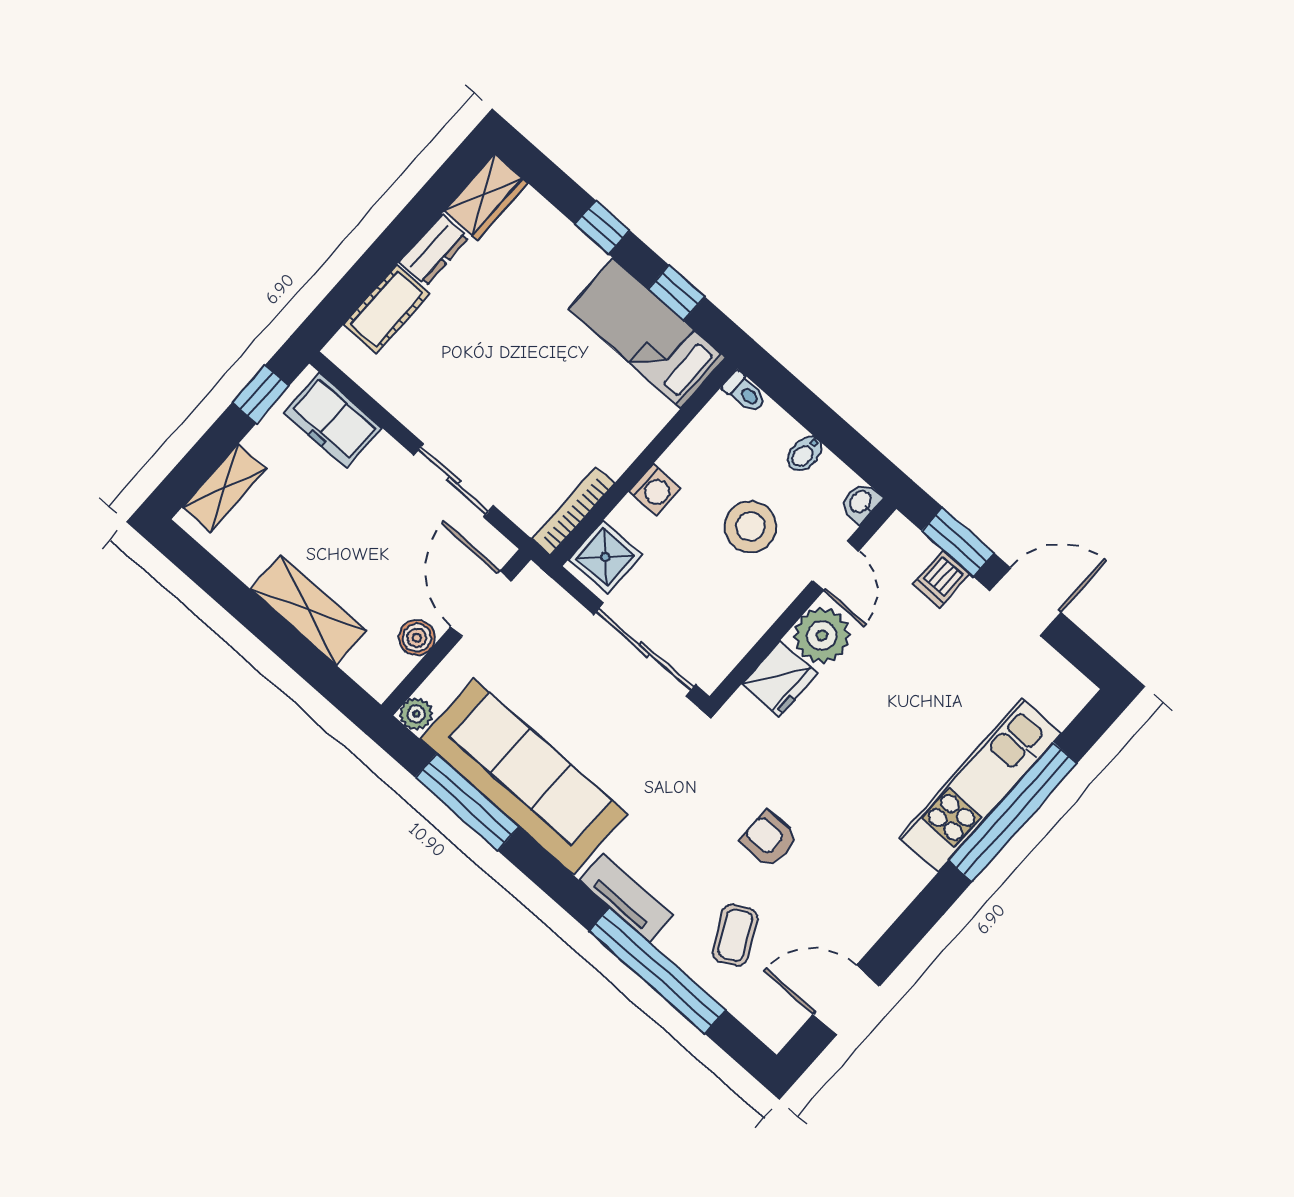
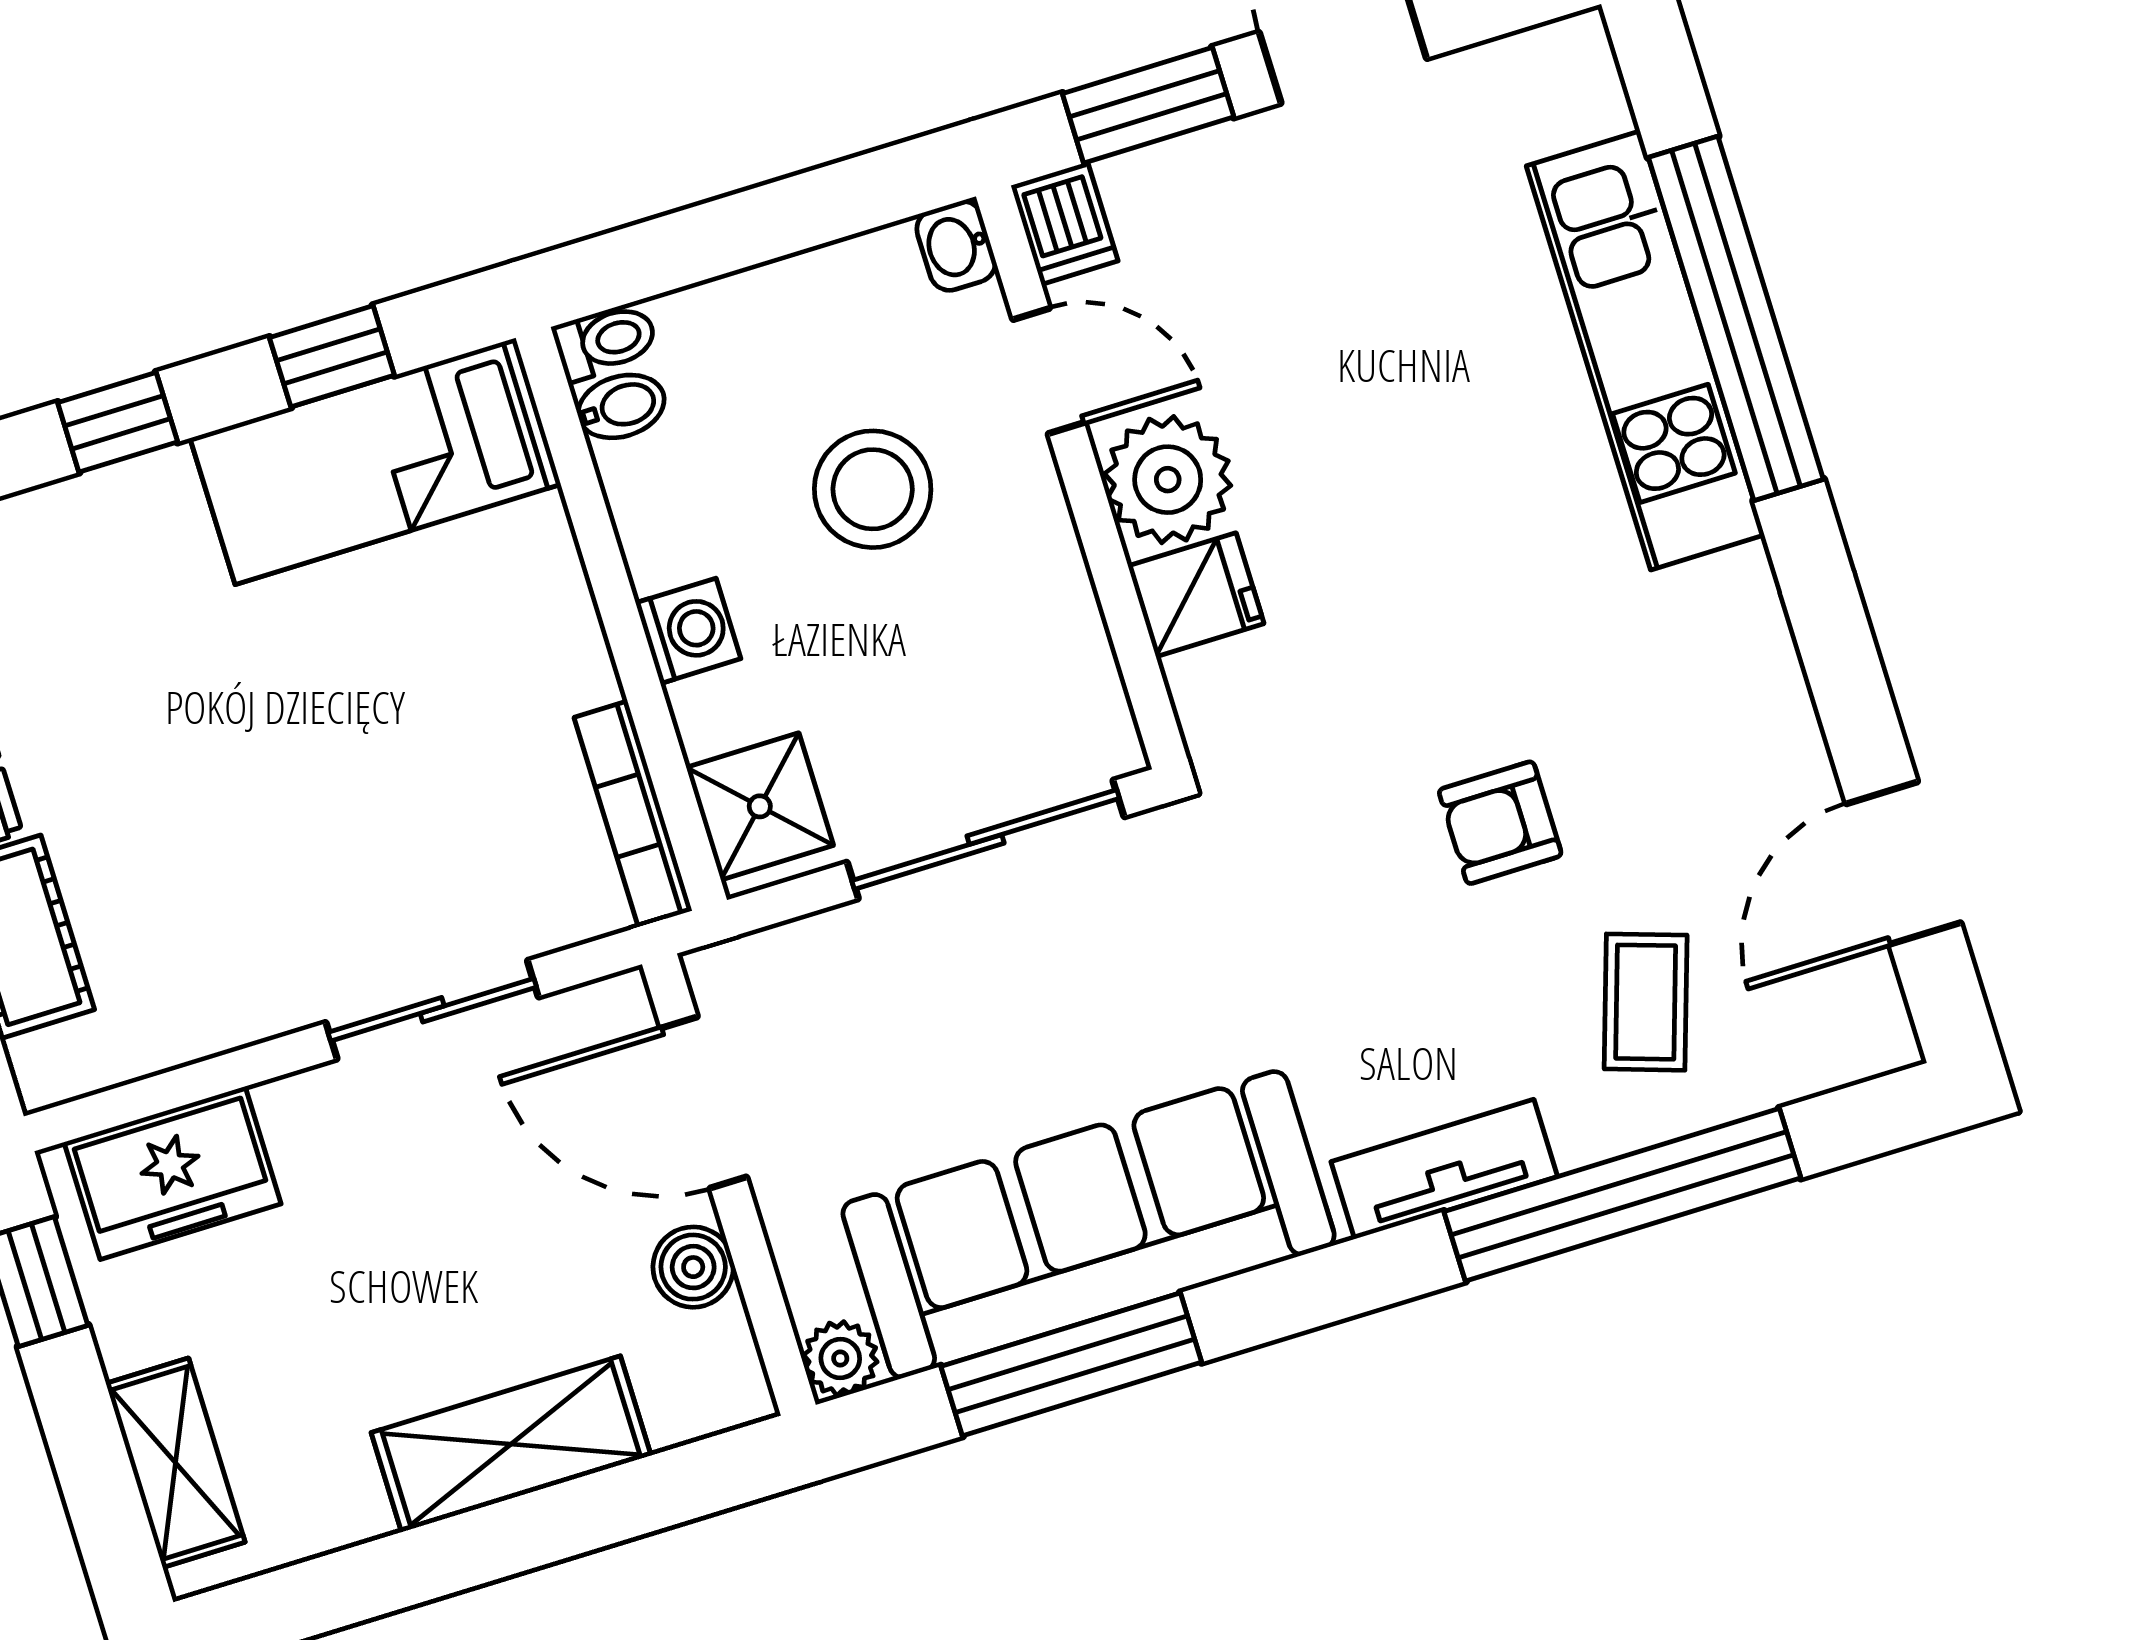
bidet: (805, 454) -> (621, 406), moved, turned -90
dishwasher: (941, 579) -> (1064, 223), moved
fridge: (780, 678) -> (1196, 595), width x0.72
coffee table: (735, 935) -> (1646, 1002), turned 46

